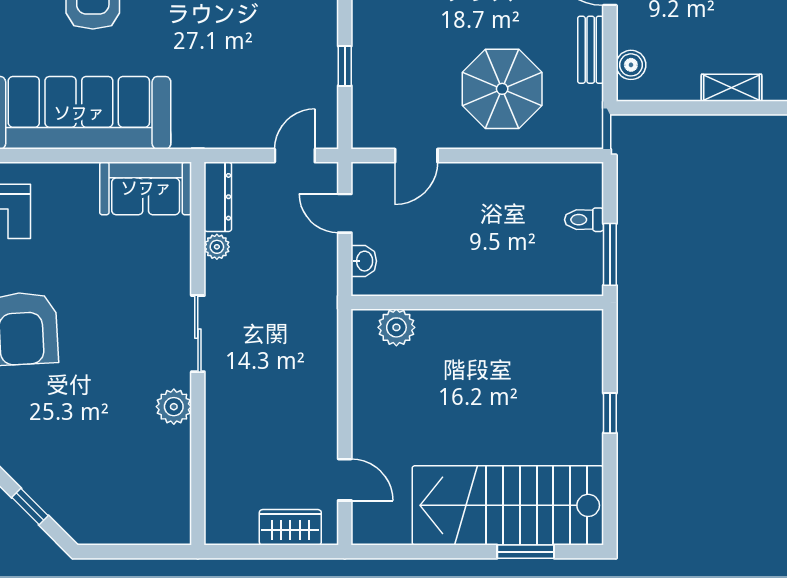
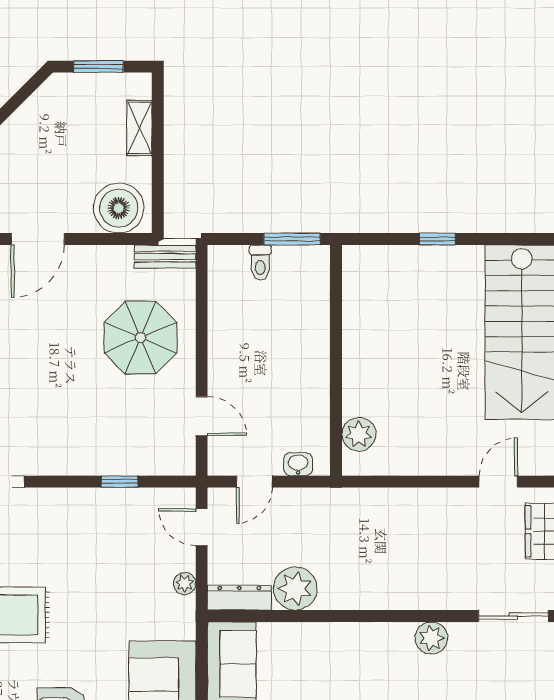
bench: (591, 50) -> (165, 257), moved
boiler: (631, 65) -> (119, 208), width x1.86, depth x1.86
plant: (233, 137) -> (185, 583), added
plant: (217, 247) -> (295, 589), width x1.88, depth x1.88
sliding door: (198, 334) -> (513, 616), moved

